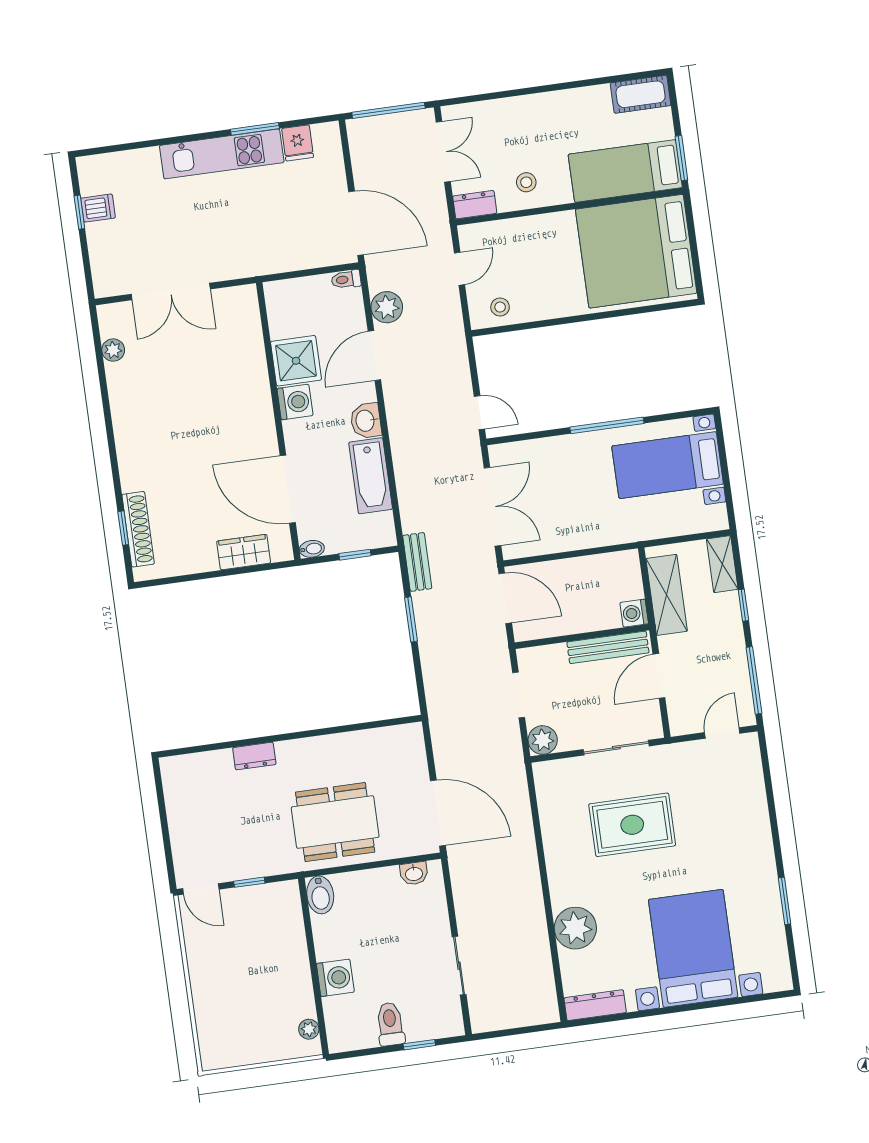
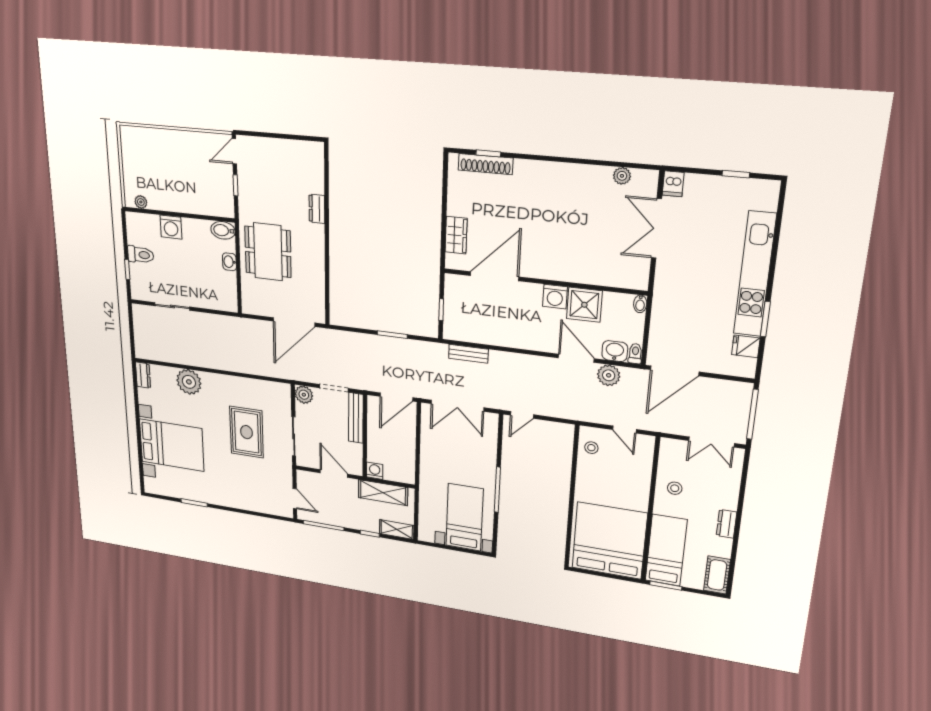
kitchen unit: (222, 154) -> (755, 274), width x1.36
dresser: (475, 205) -> (727, 524), moved, turned 180
dishwasher: (98, 208) -> (673, 184), moved
washbasin: (366, 421) -> (615, 351), moved
bathtub: (371, 476) -> (493, 334), removed
bidet: (312, 549) -> (640, 304), moved
bench: (417, 562) -> (468, 354), moved
bench: (608, 647) -> (356, 418), moved
door: (438, 813) -> (294, 322), moved
washbasin: (414, 873) -> (229, 262), moved
dresser: (595, 1005) -> (143, 375), width x0.70

